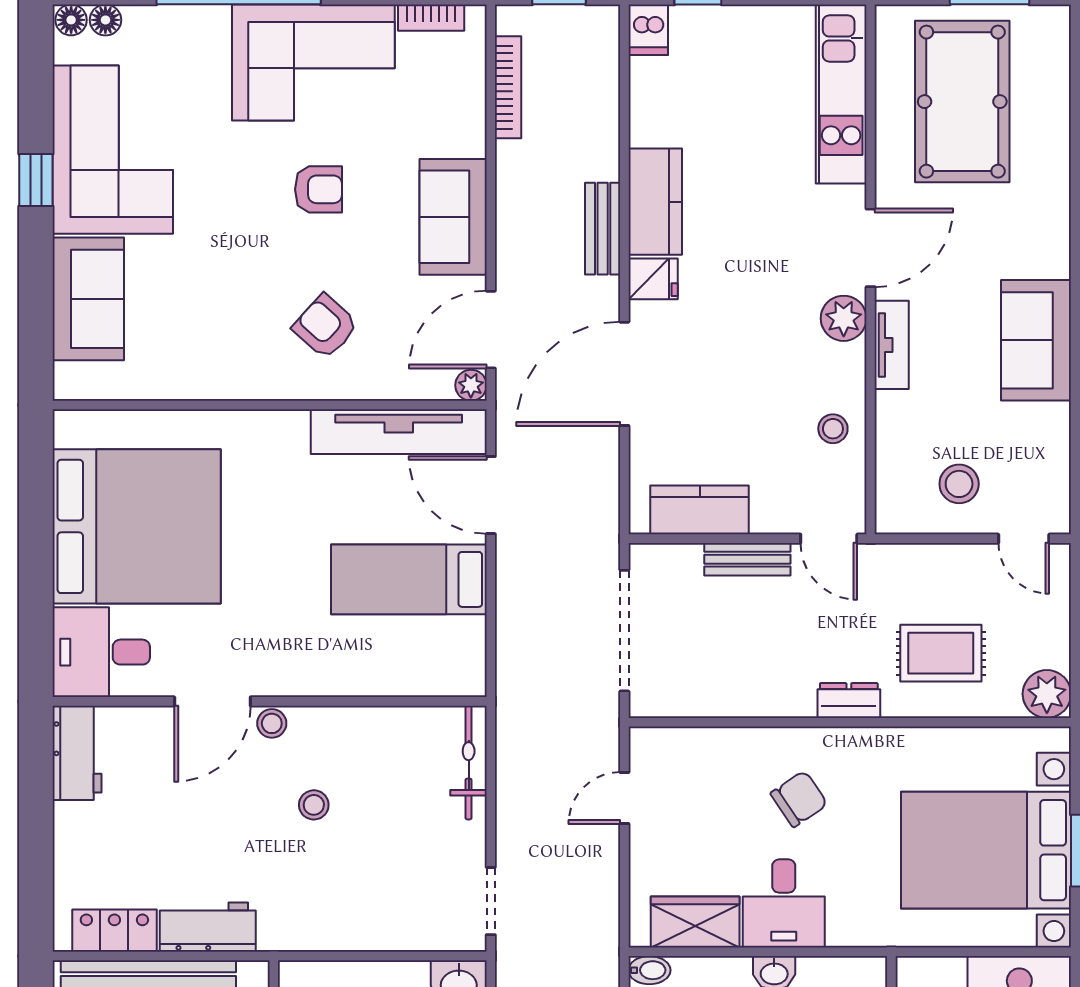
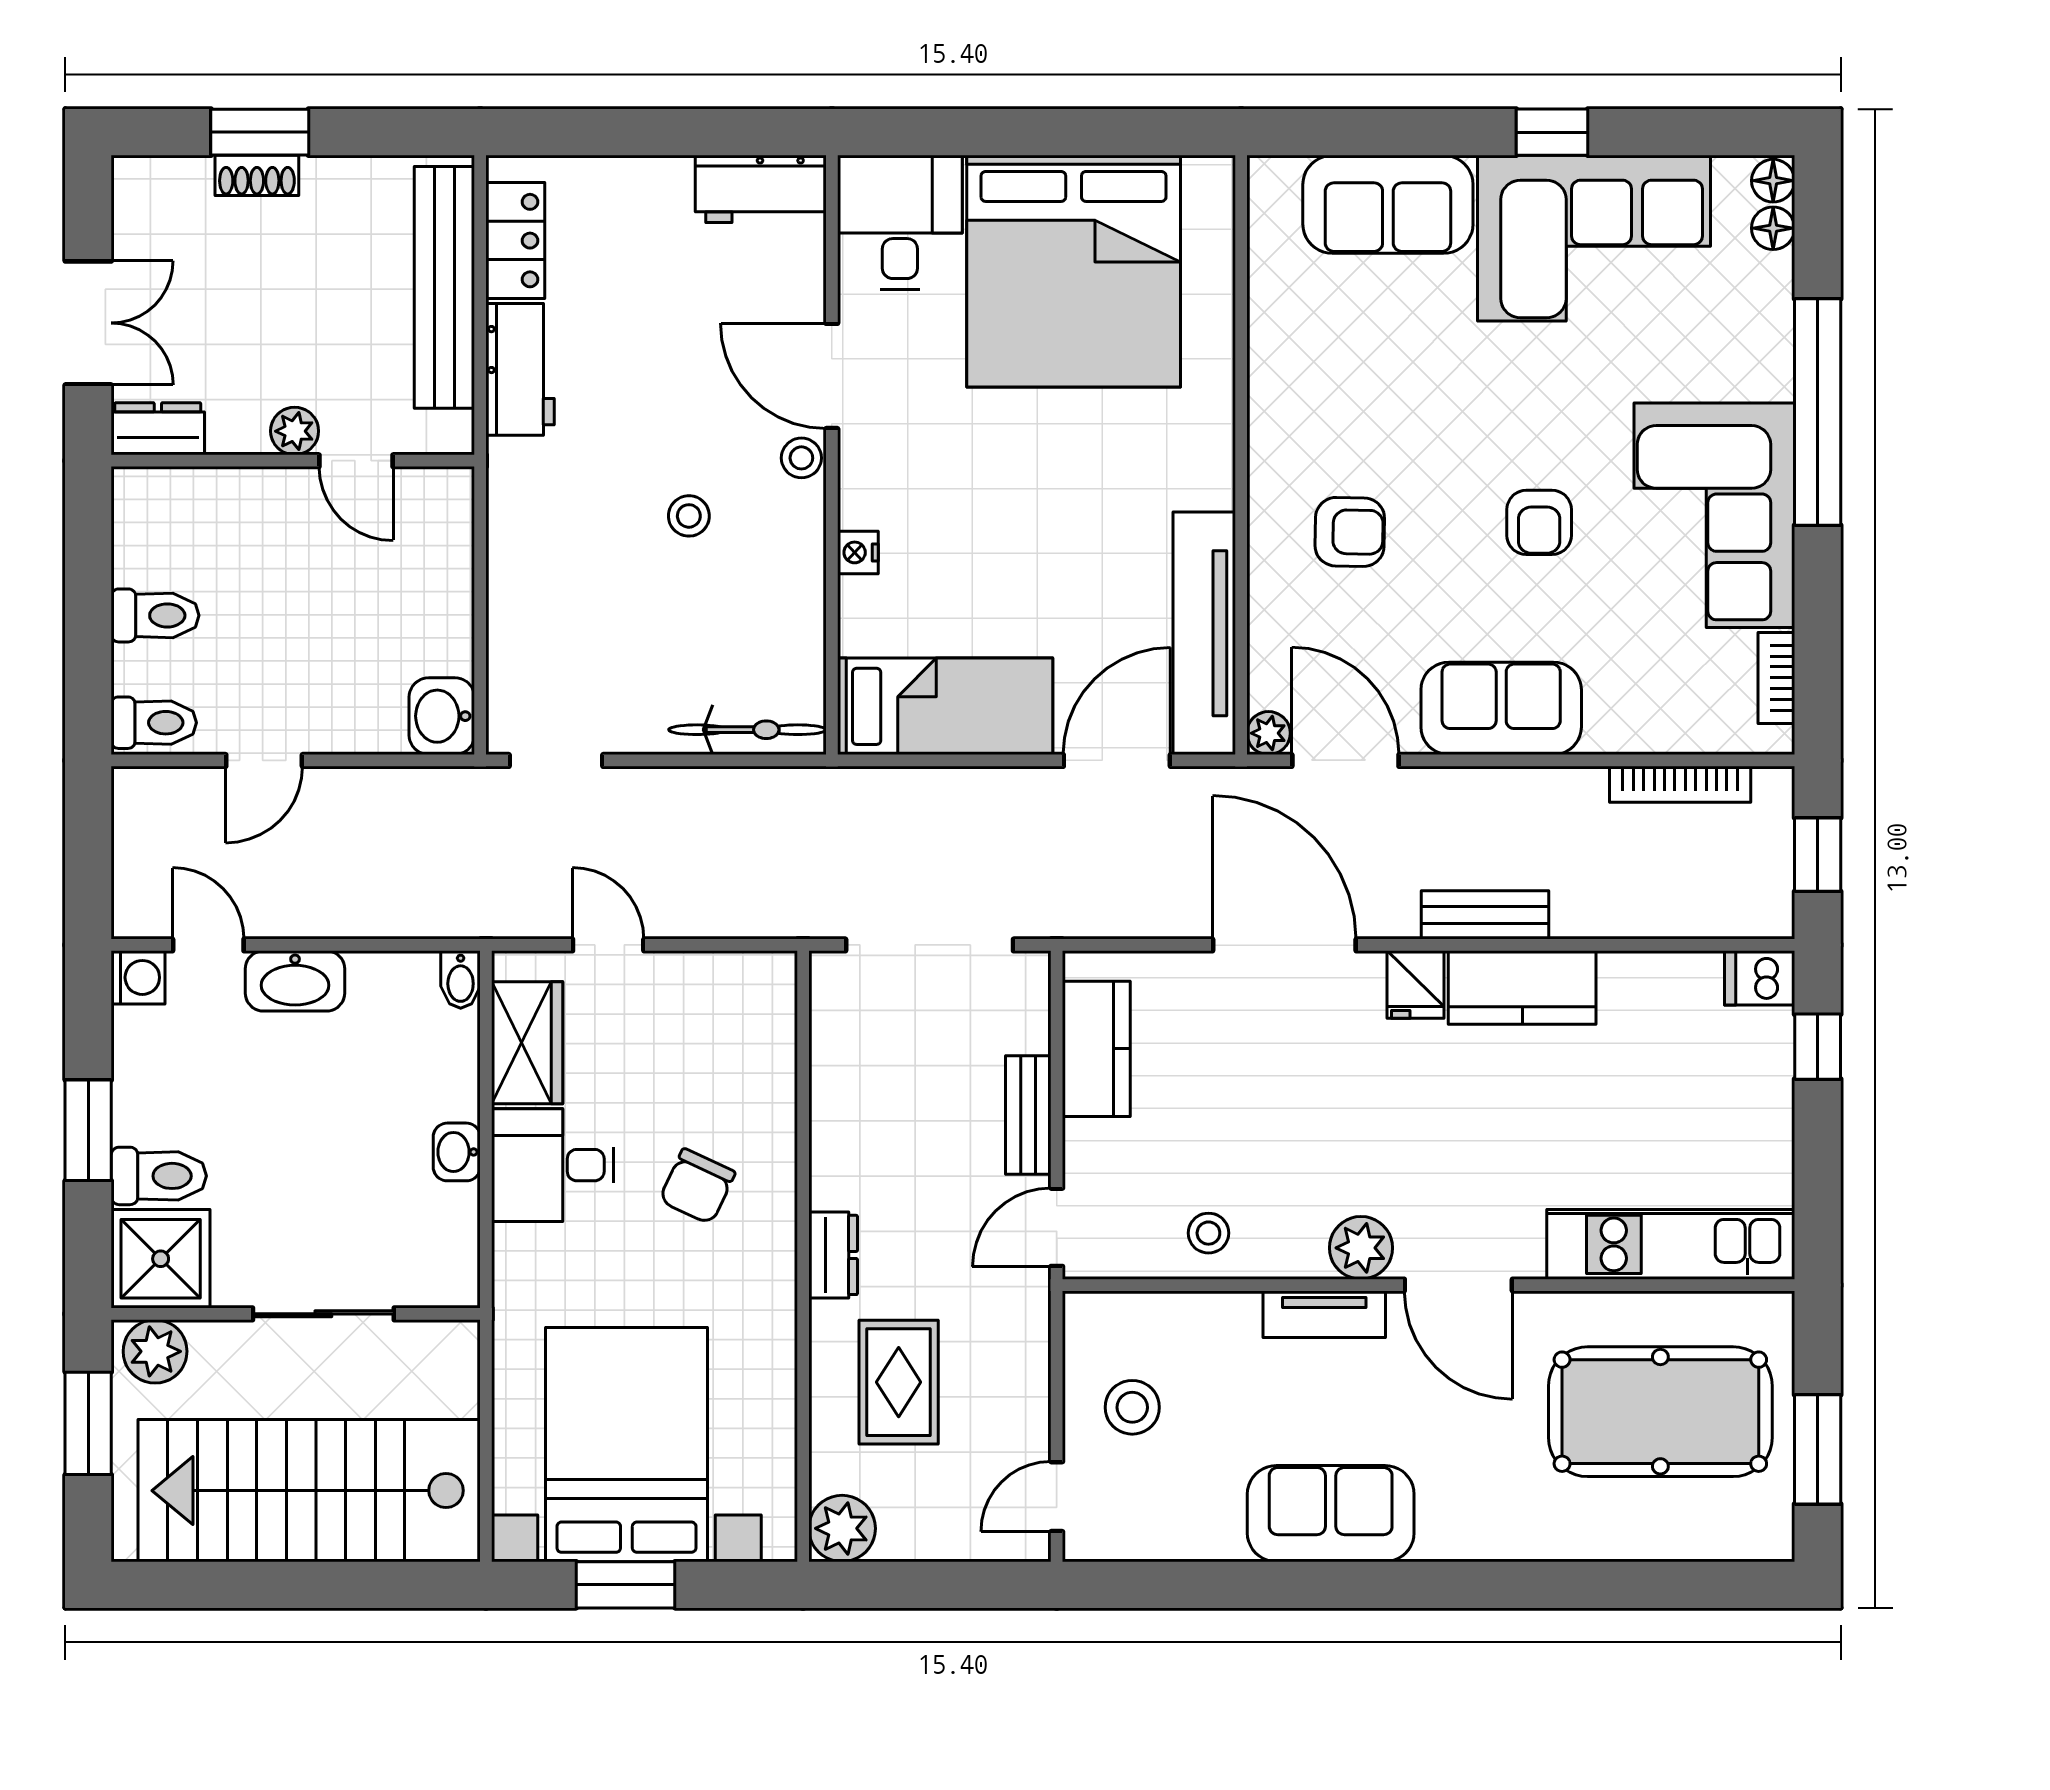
armchair: (325, 326) -> (1350, 532), turned 49
bed: (409, 579) -> (945, 706), moved, turned 90
nightstand: (340, 683) -> (858, 552), added
door: (624, 798) -> (608, 945), moved
chair: (799, 799) -> (697, 1186), turned 59

